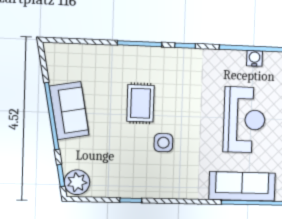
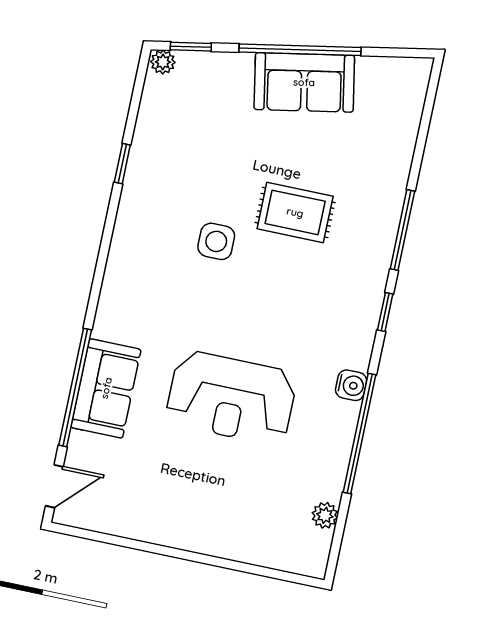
water cooler: (254, 58) -> (351, 385), moved
plant: (77, 182) -> (163, 62), width x0.53, depth x0.53
sofa: (242, 186) -> (106, 388), width x0.73

